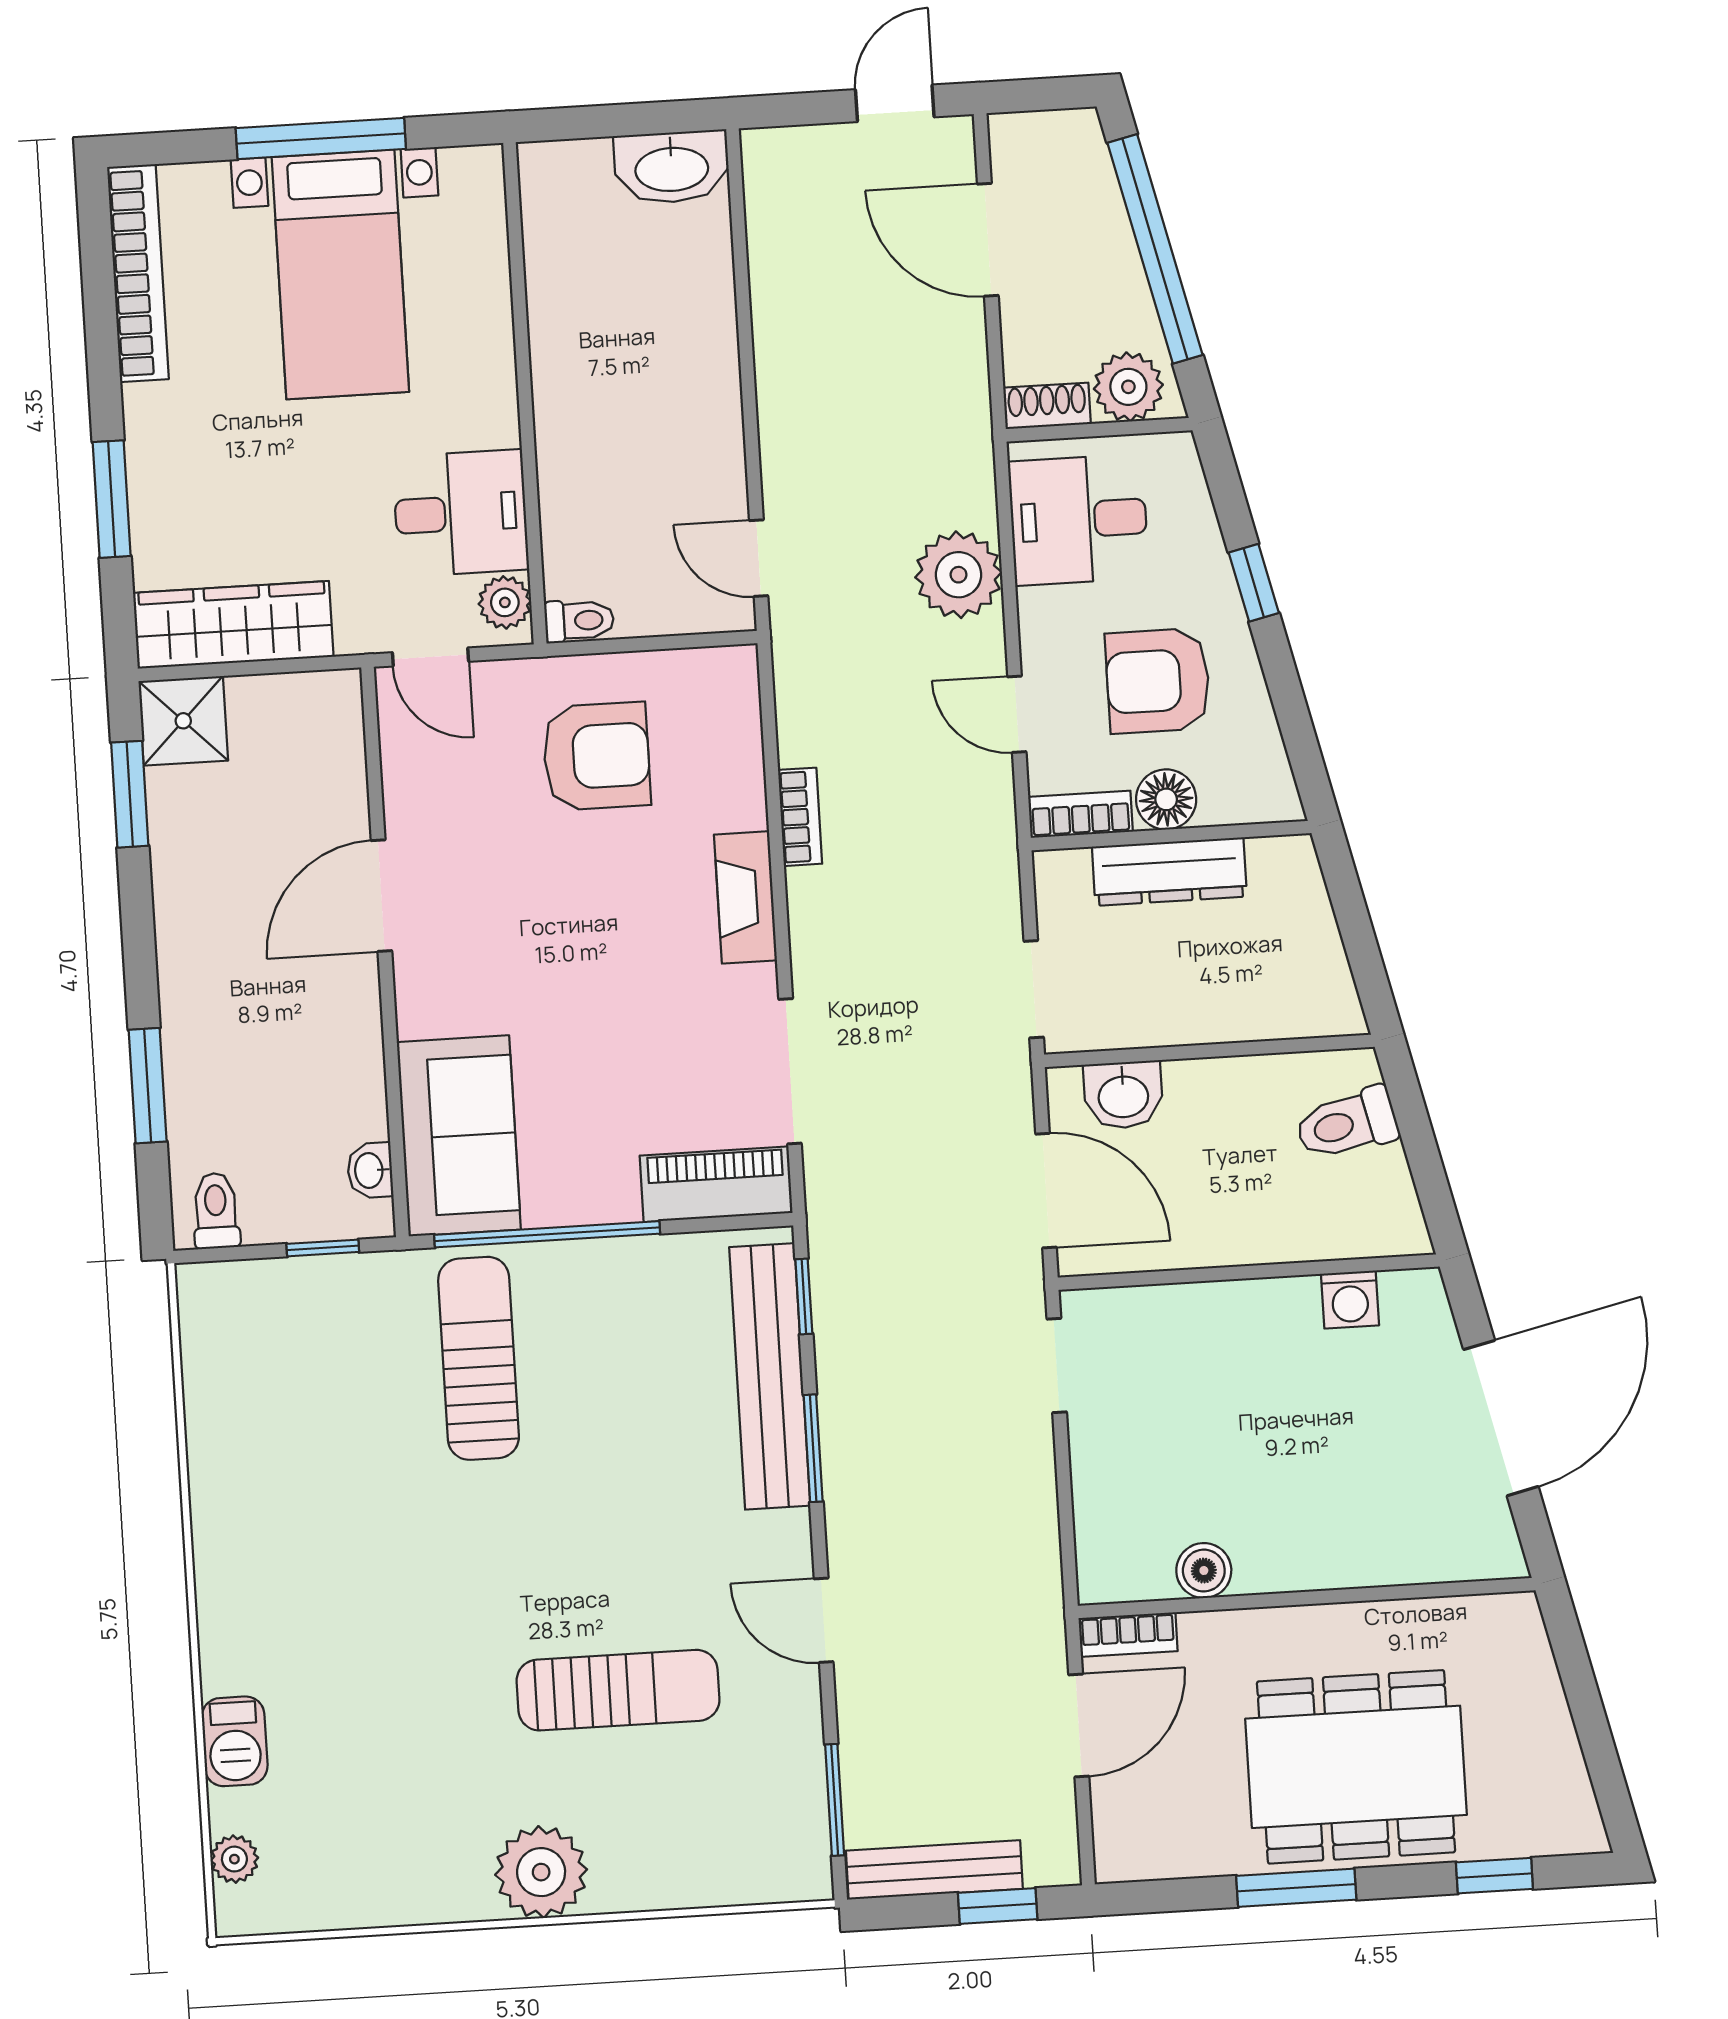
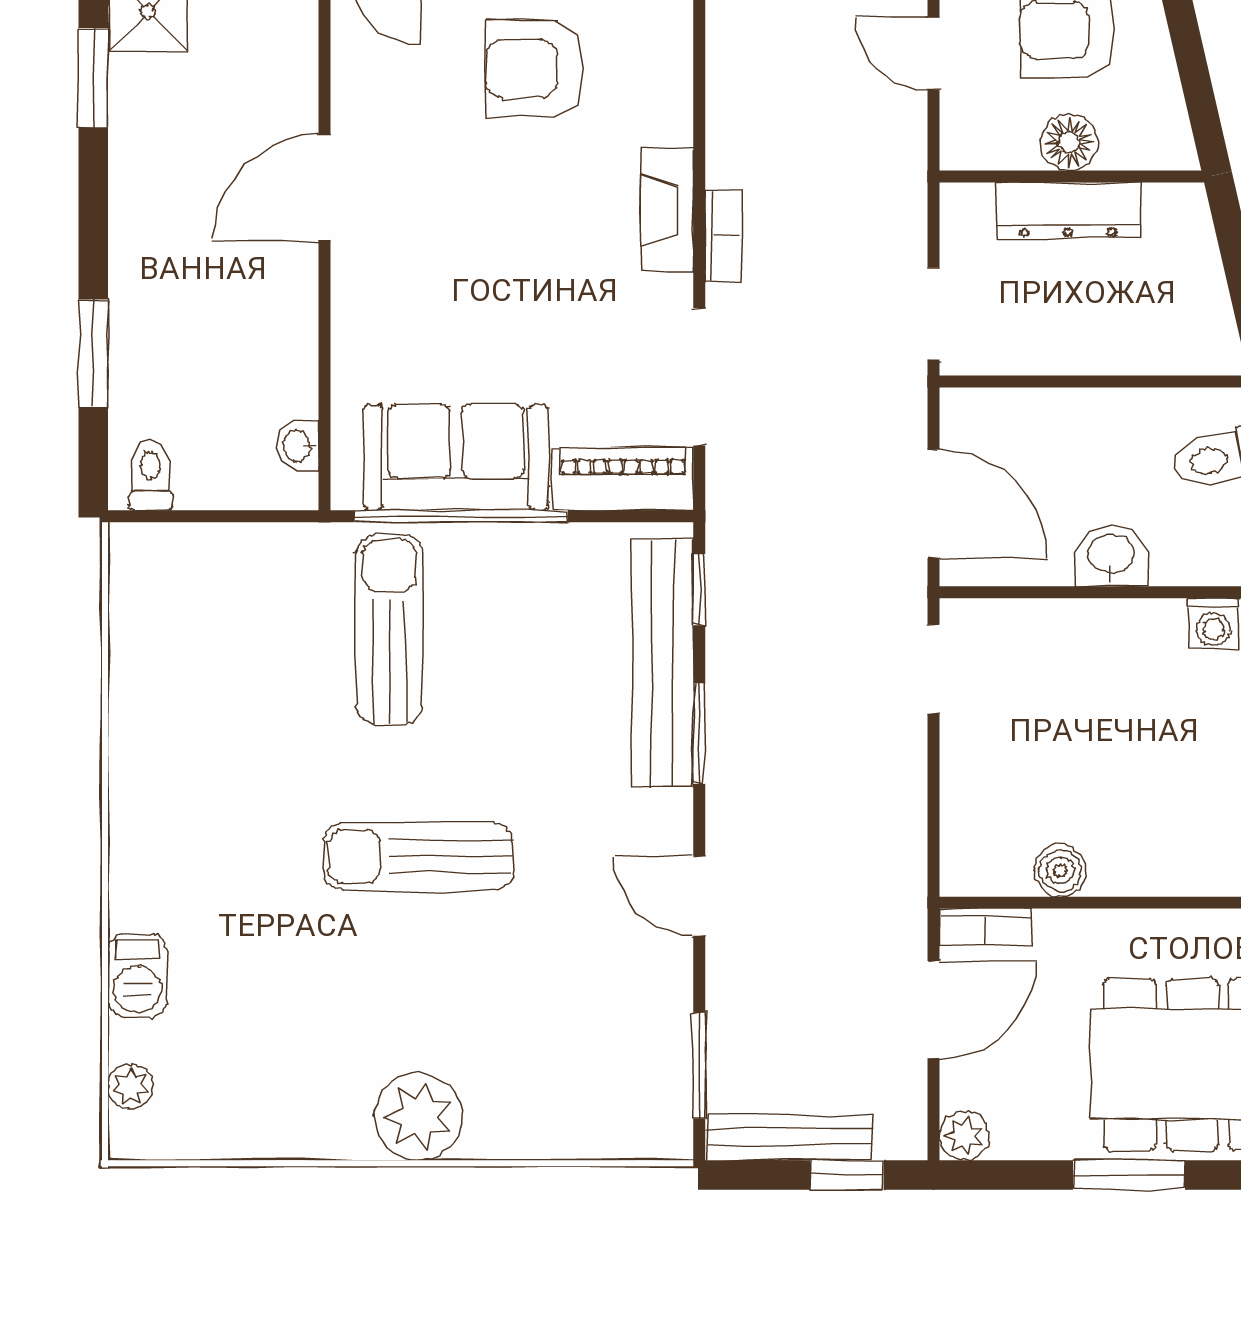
armchair: (596, 756) -> (535, 69), turned 180
bookcase: (1081, 814) -> (988, 151), removed
bookcase: (800, 817) -> (723, 236), moved
washbasin: (1123, 1095) -> (1111, 556), moved, turned 180
sofa: (459, 1136) -> (456, 457), moved, turned -90
window: (323, 1248) -> (249, 516), removed
sun lounger: (618, 1690) -> (418, 856), moved, turned 180
plant: (1119, 1857) -> (964, 1136), added

